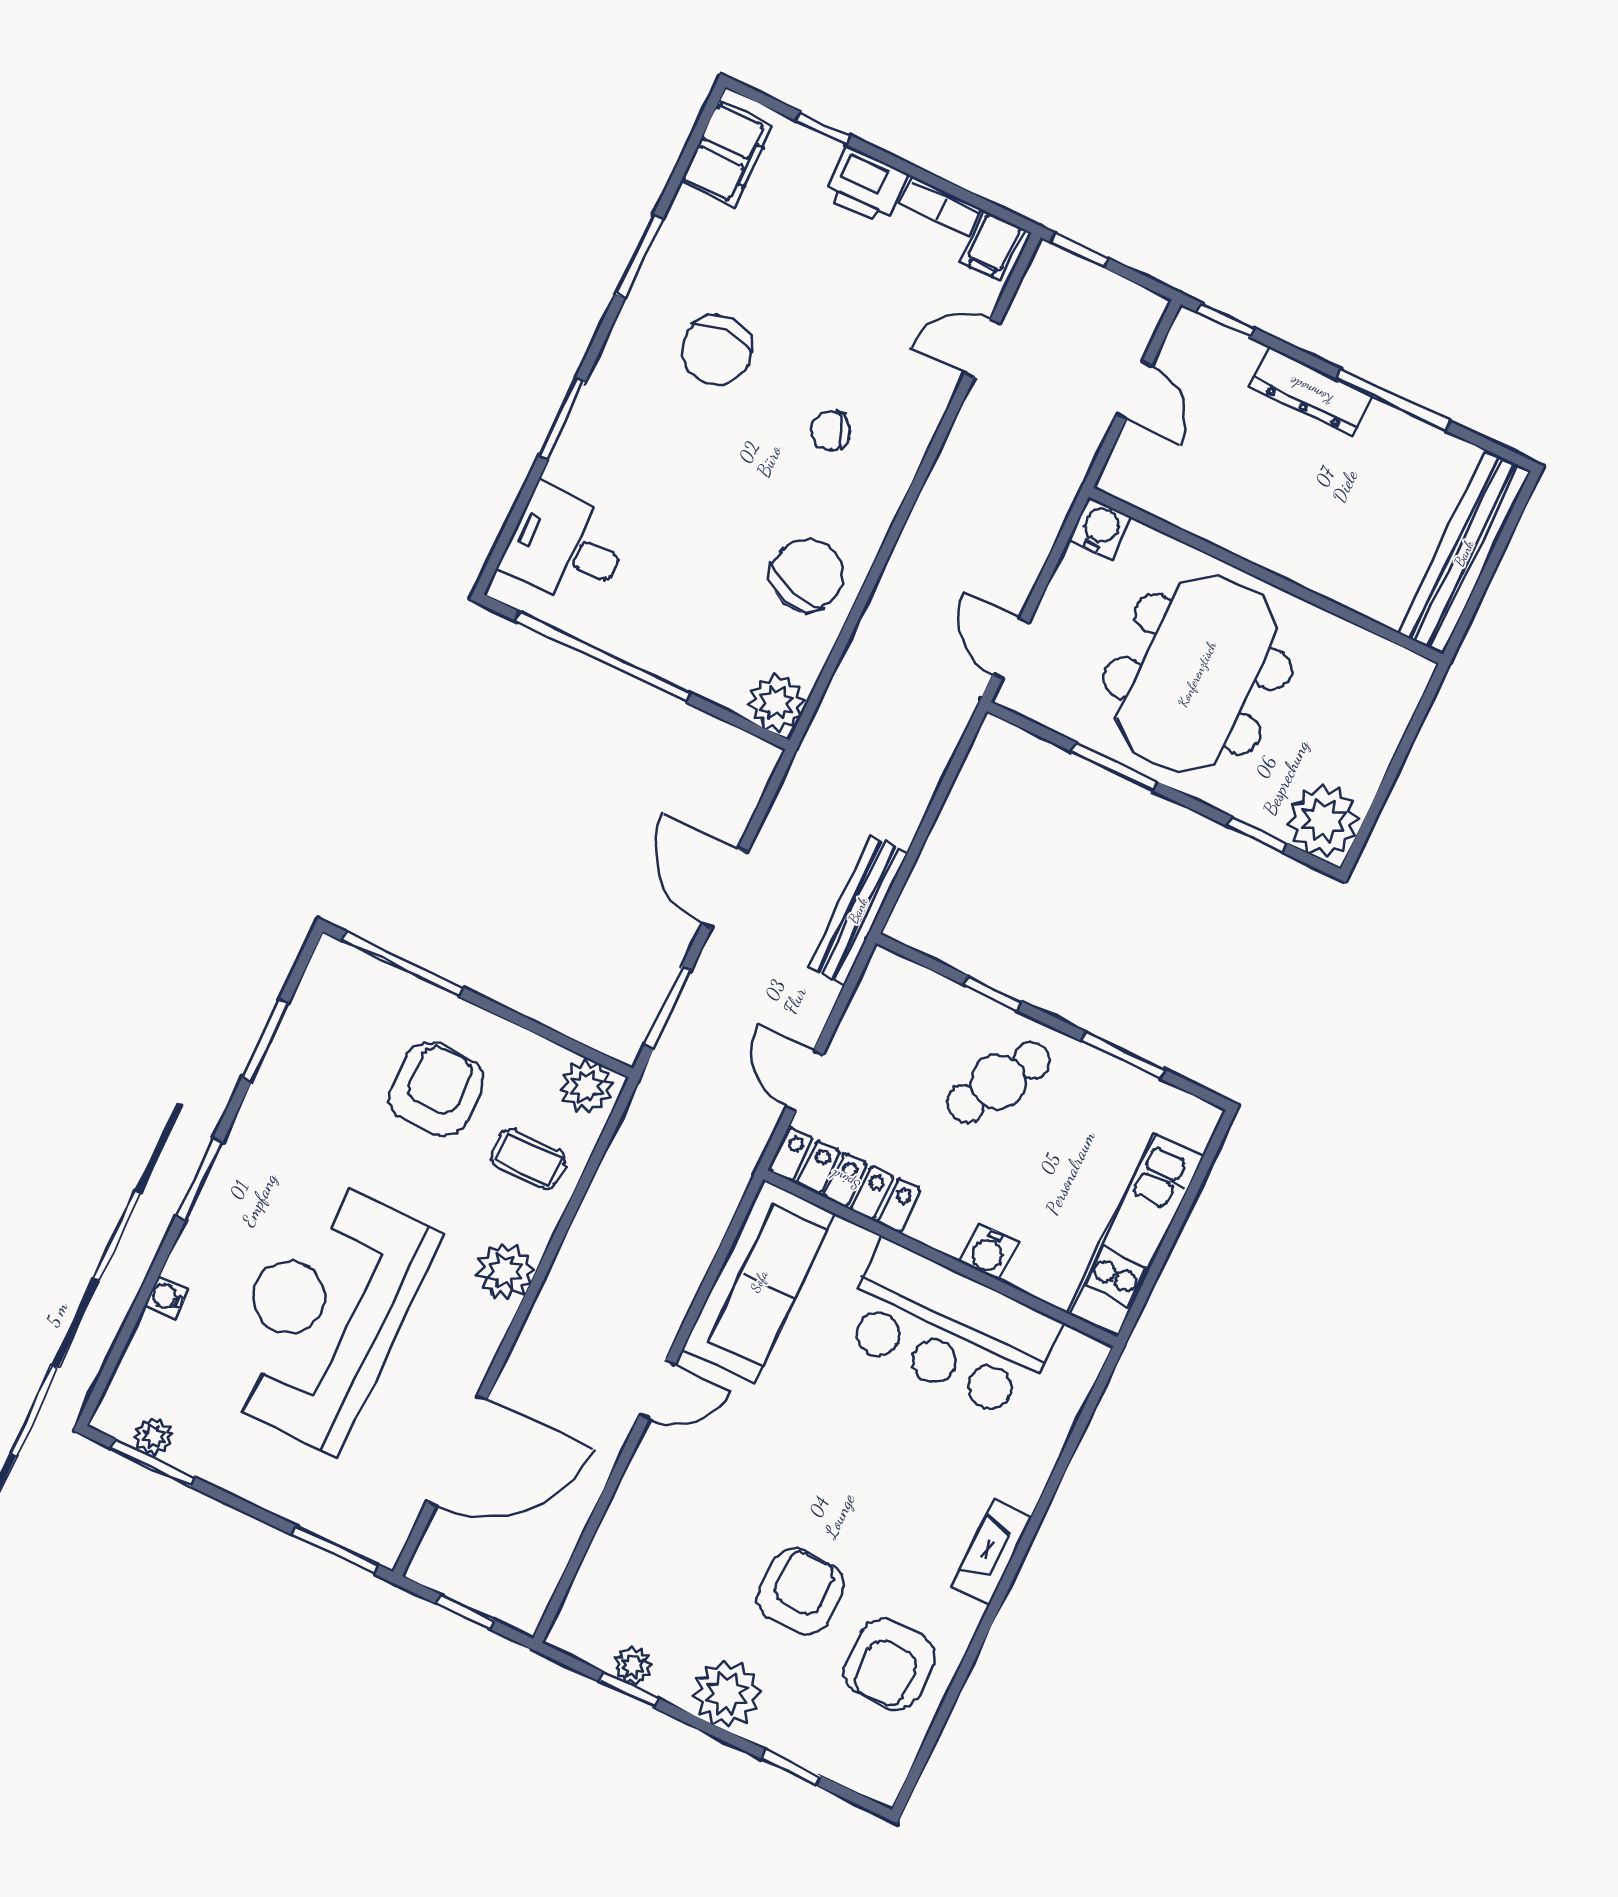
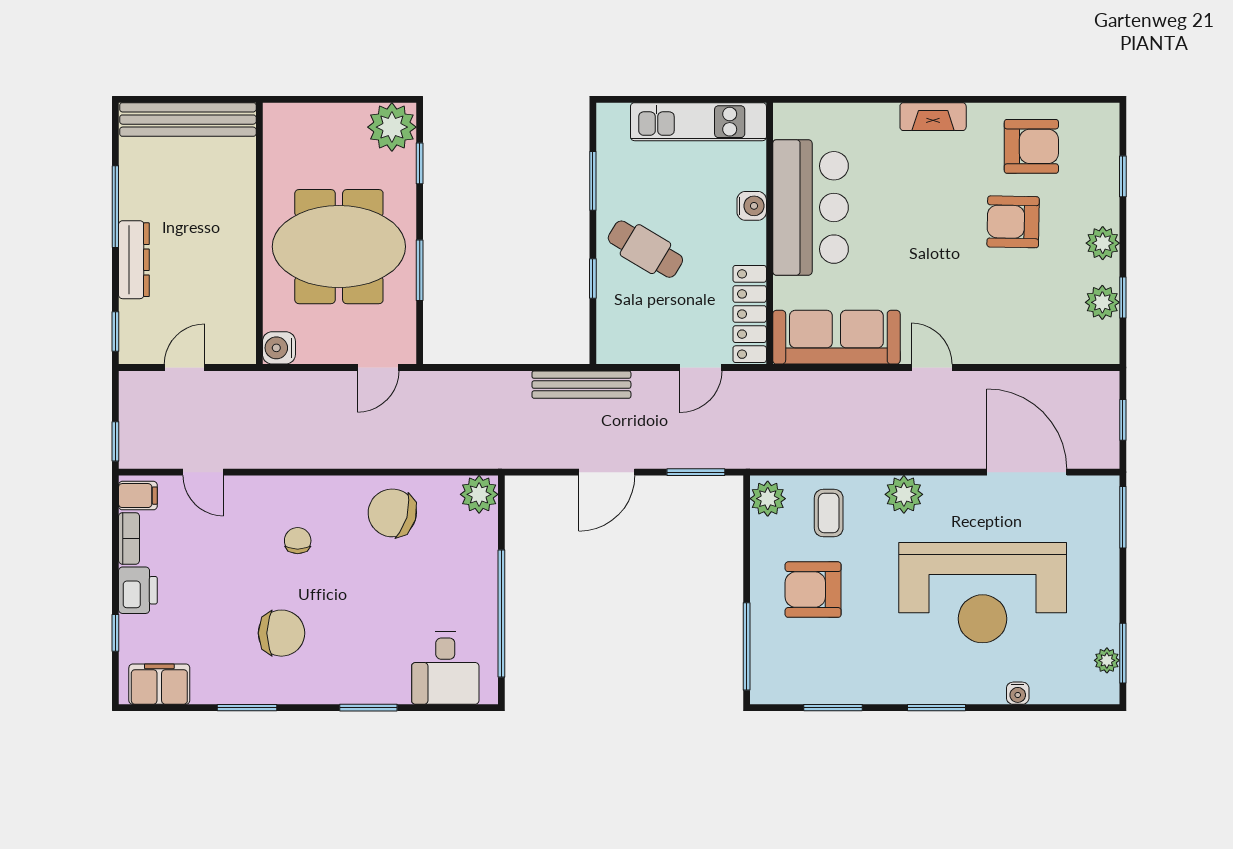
chair: (830, 431) -> (298, 541), turned -148
plant: (633, 1666) -> (1102, 302), width x1.38, depth x1.38
plant: (727, 1694) -> (1103, 243), width x0.73, depth x0.73

